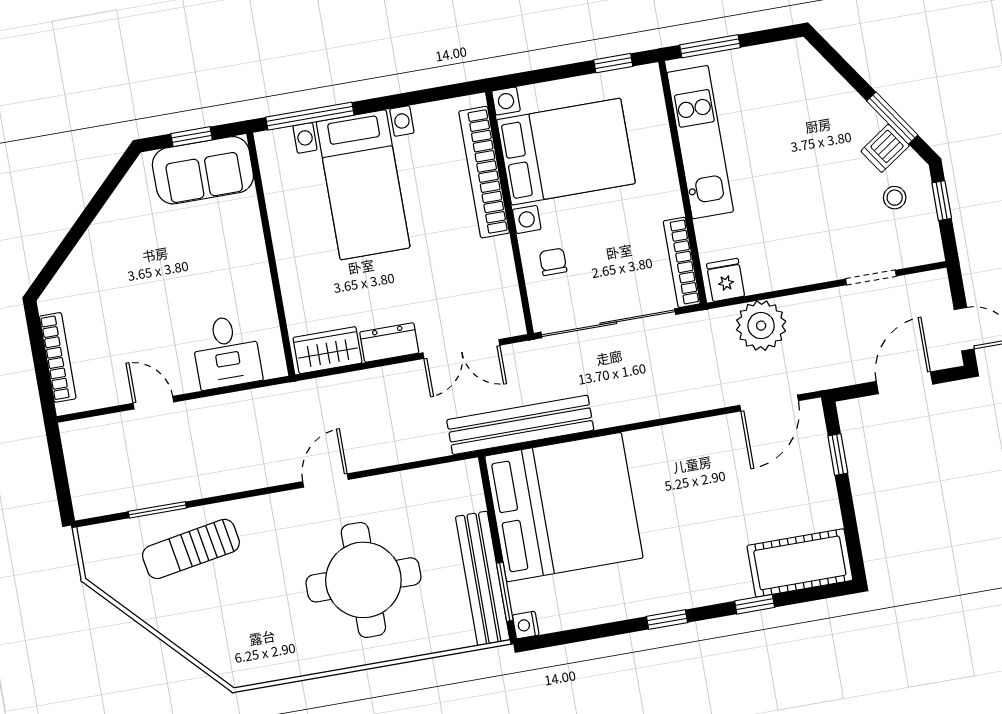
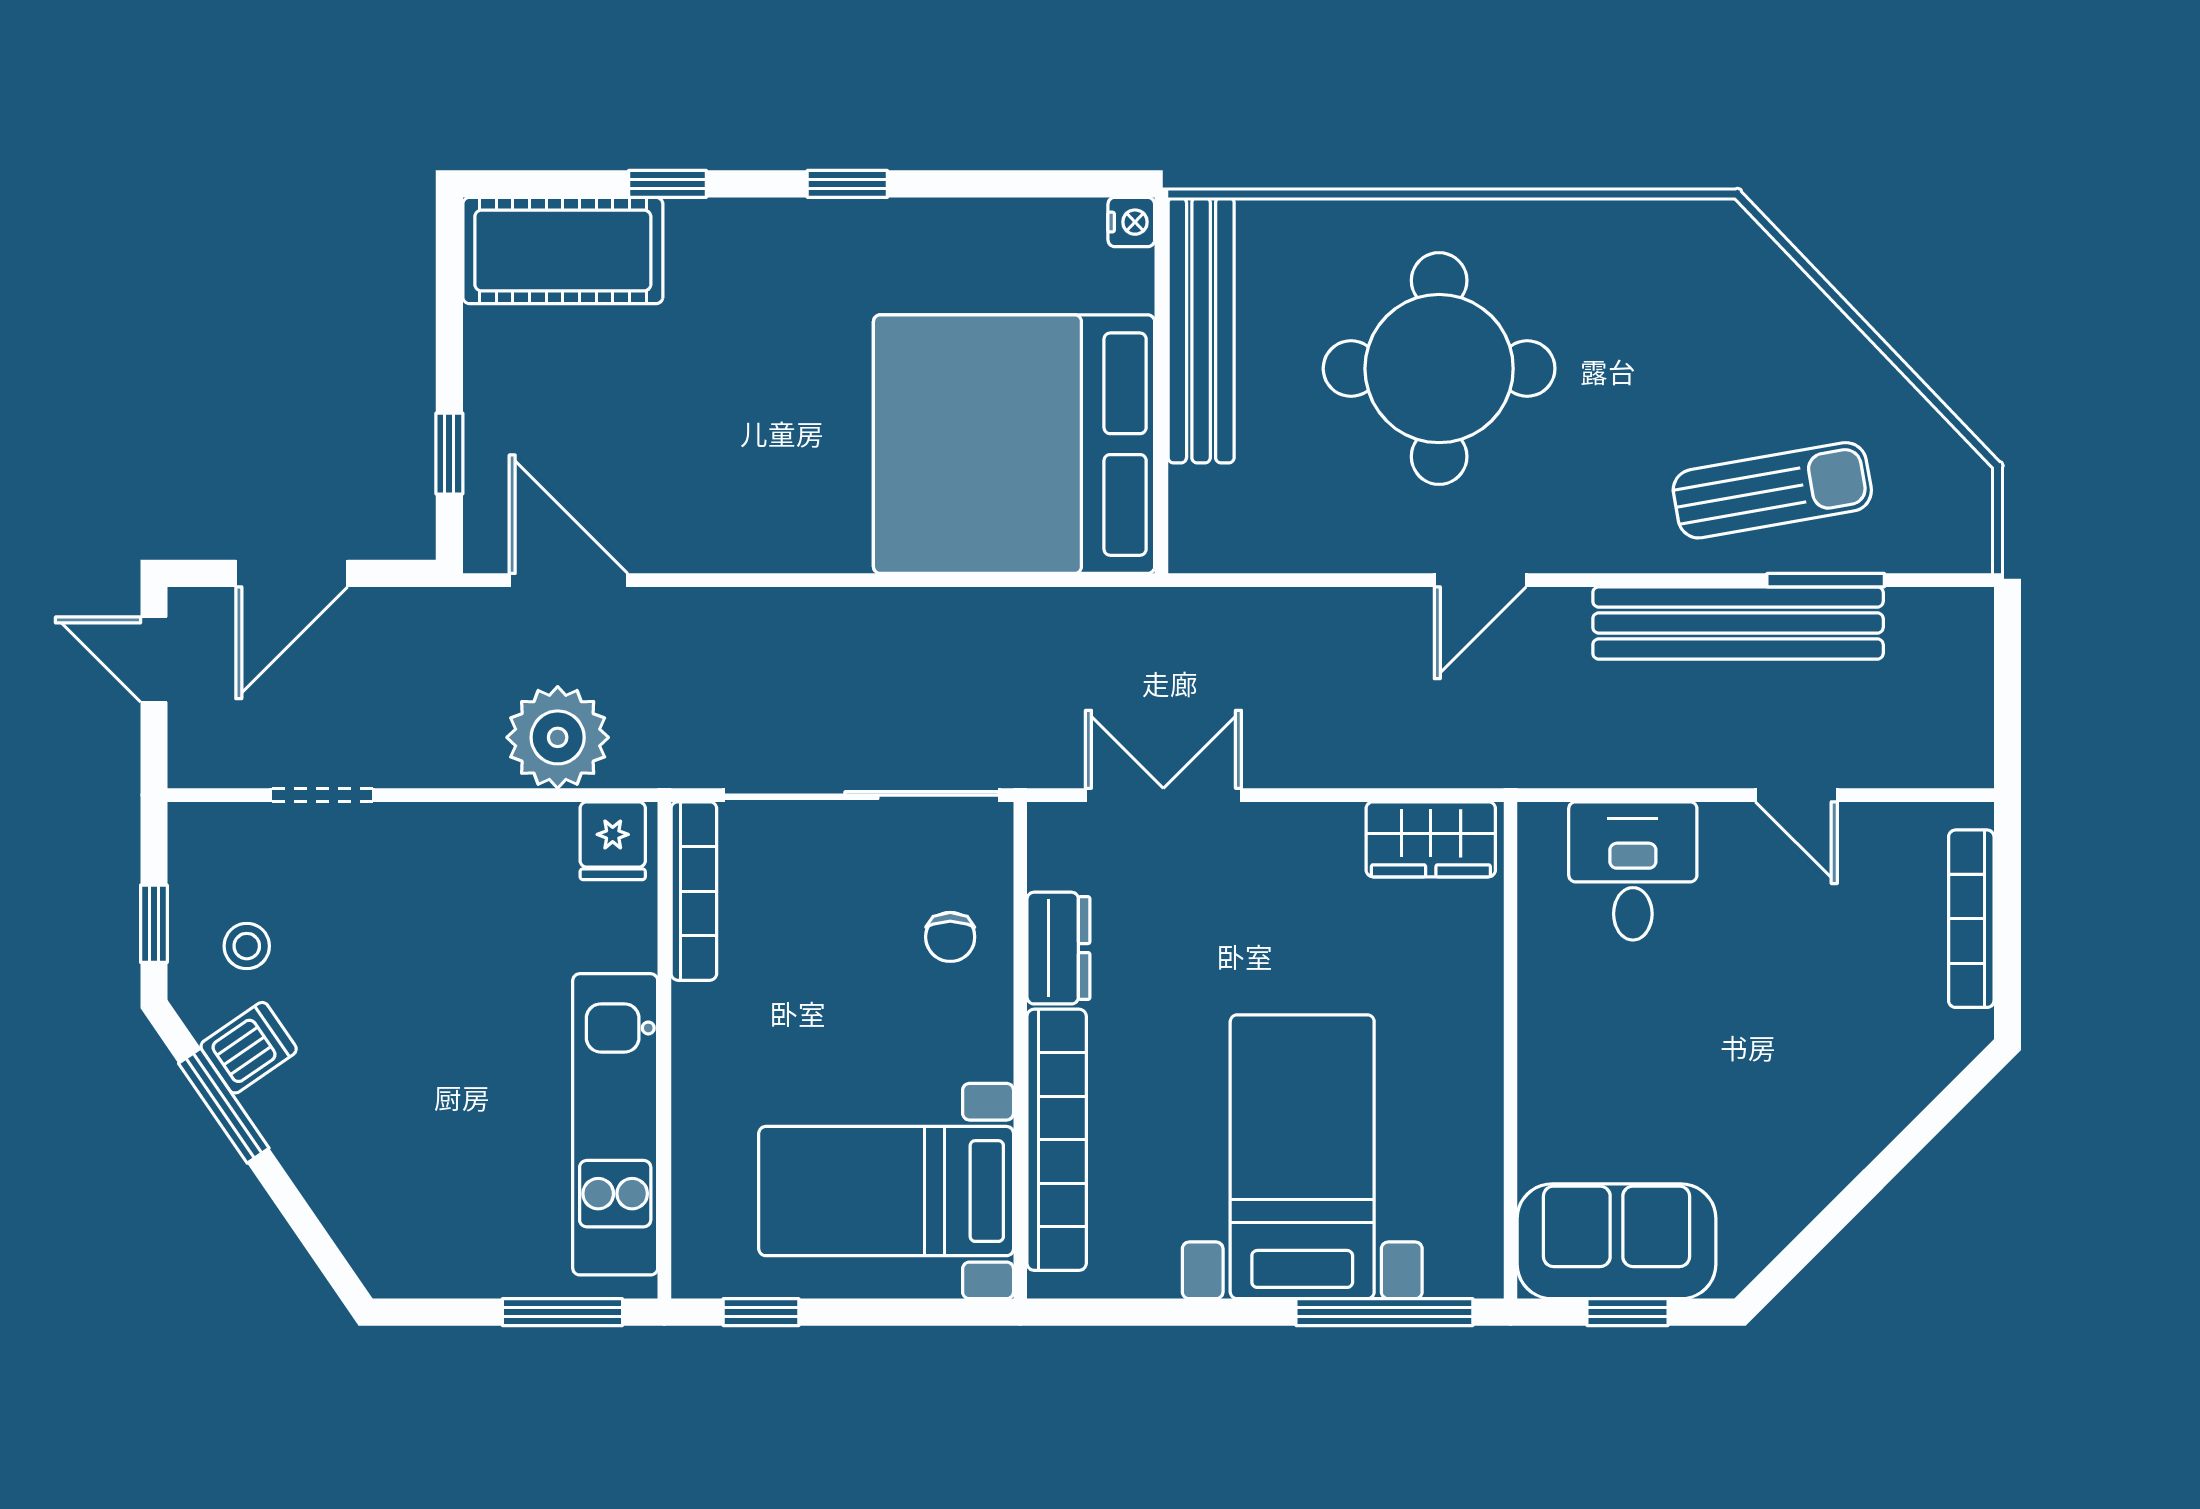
bed with nightstands: (566, 152) -> (886, 1191), width x0.73
dresser: (389, 342) -> (1058, 948), moved, turned -90
door: (769, 403) -> (568, 580), hinge flipped
bench: (520, 425) -> (1738, 623), moved
window: (505, 592) -> (1161, 296), removed

